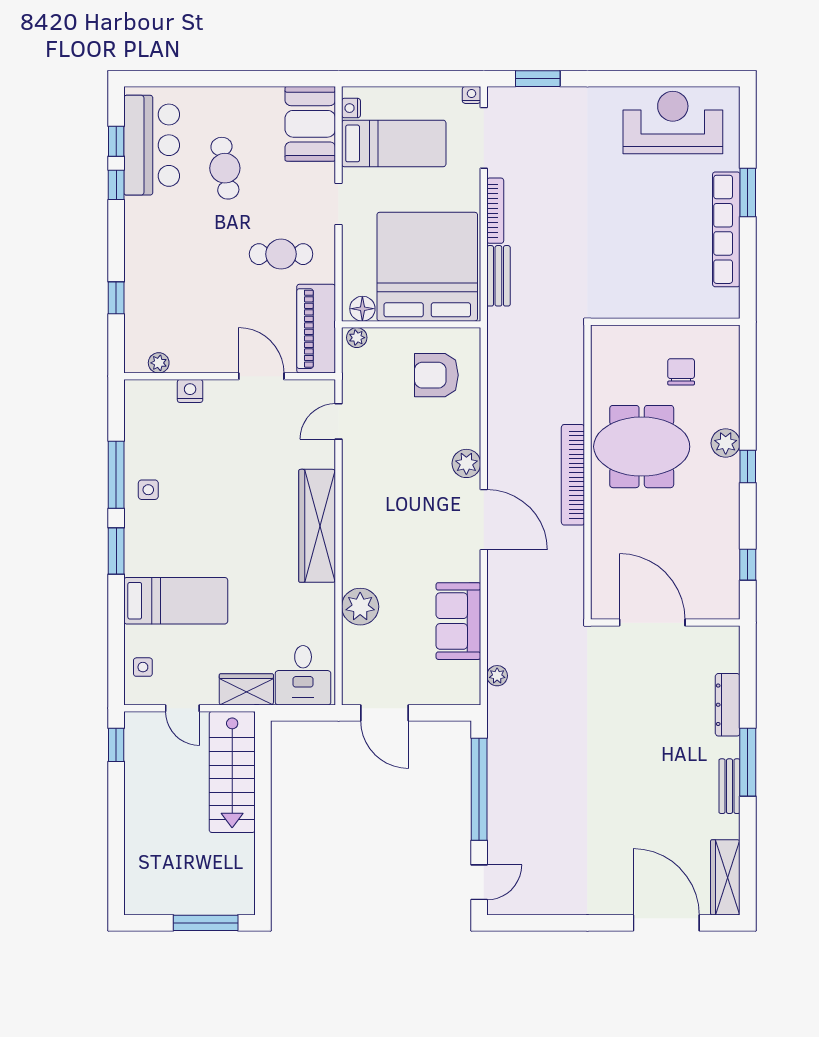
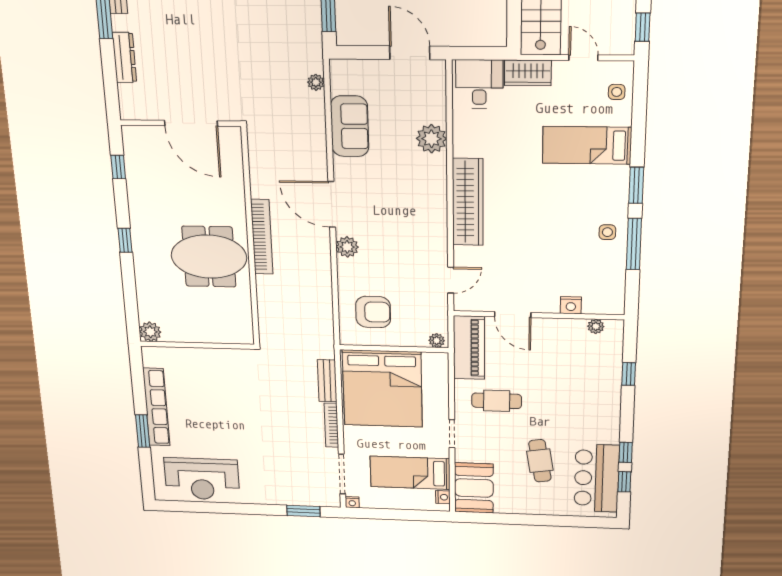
floor lamp: (362, 309) -> (432, 361), removed
chair: (681, 372) -> (182, 310), removed
plant: (726, 443) -> (150, 332), moved

